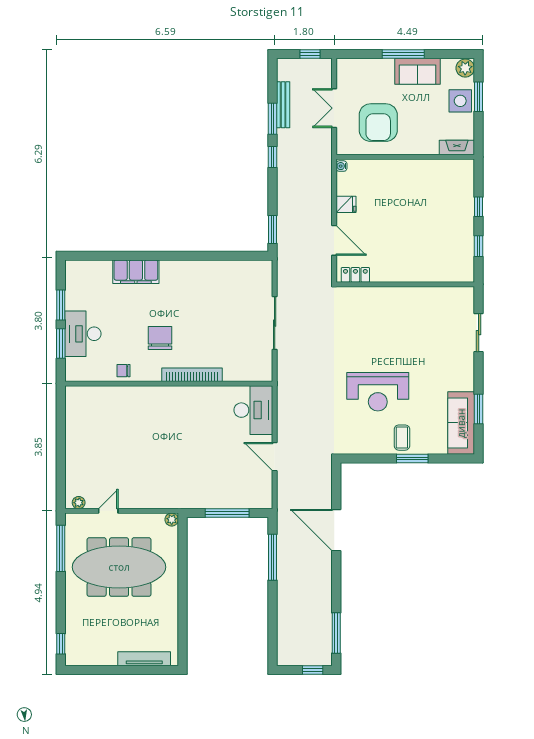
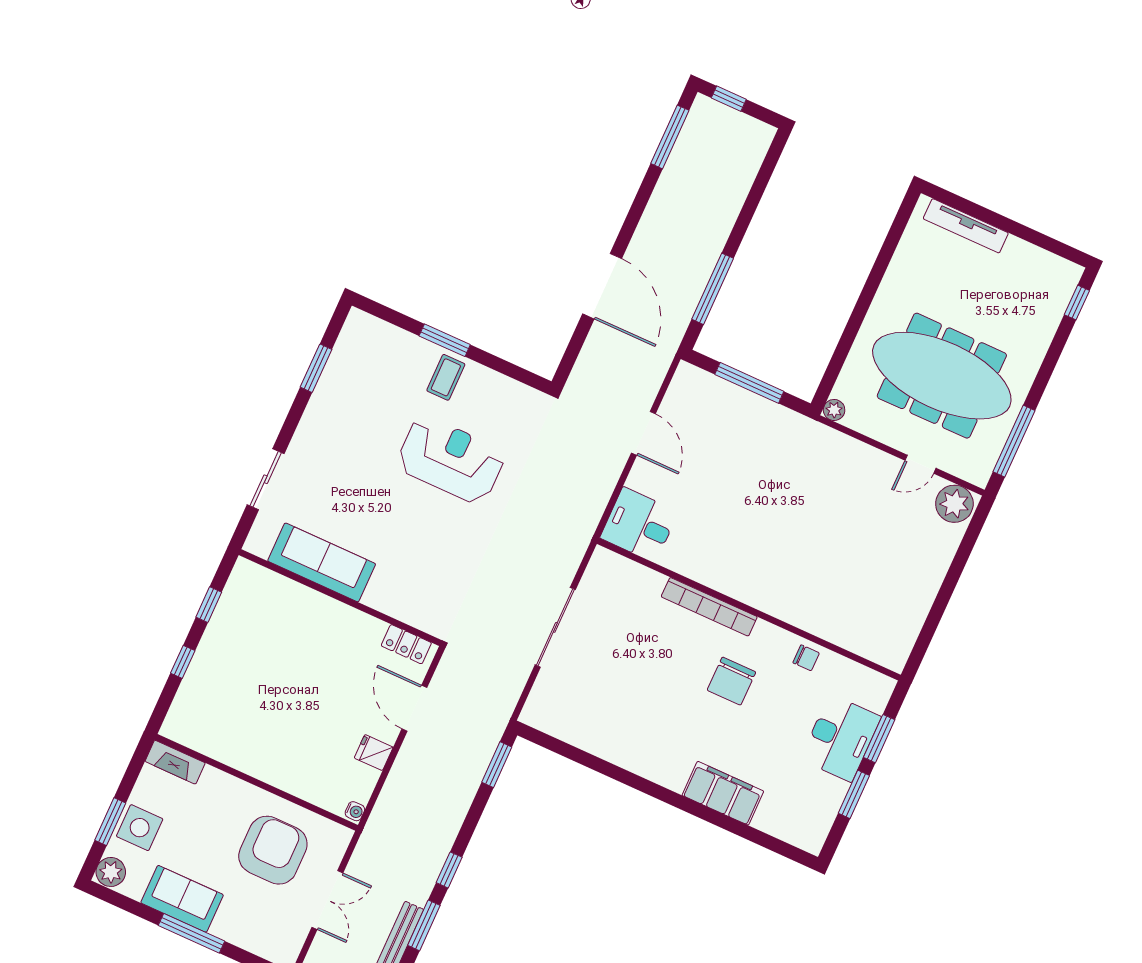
desk: (253, 410) -> (639, 525), width x0.73
sofa: (461, 423) -> (322, 562), moved, turned -90
plant: (79, 503) -> (954, 504), width x1.88, depth x1.88

